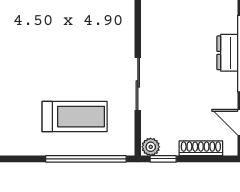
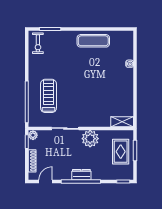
plant: (157, 36) -> (90, 139), added
treadmill: (75, 117) -> (49, 96), turned 180

